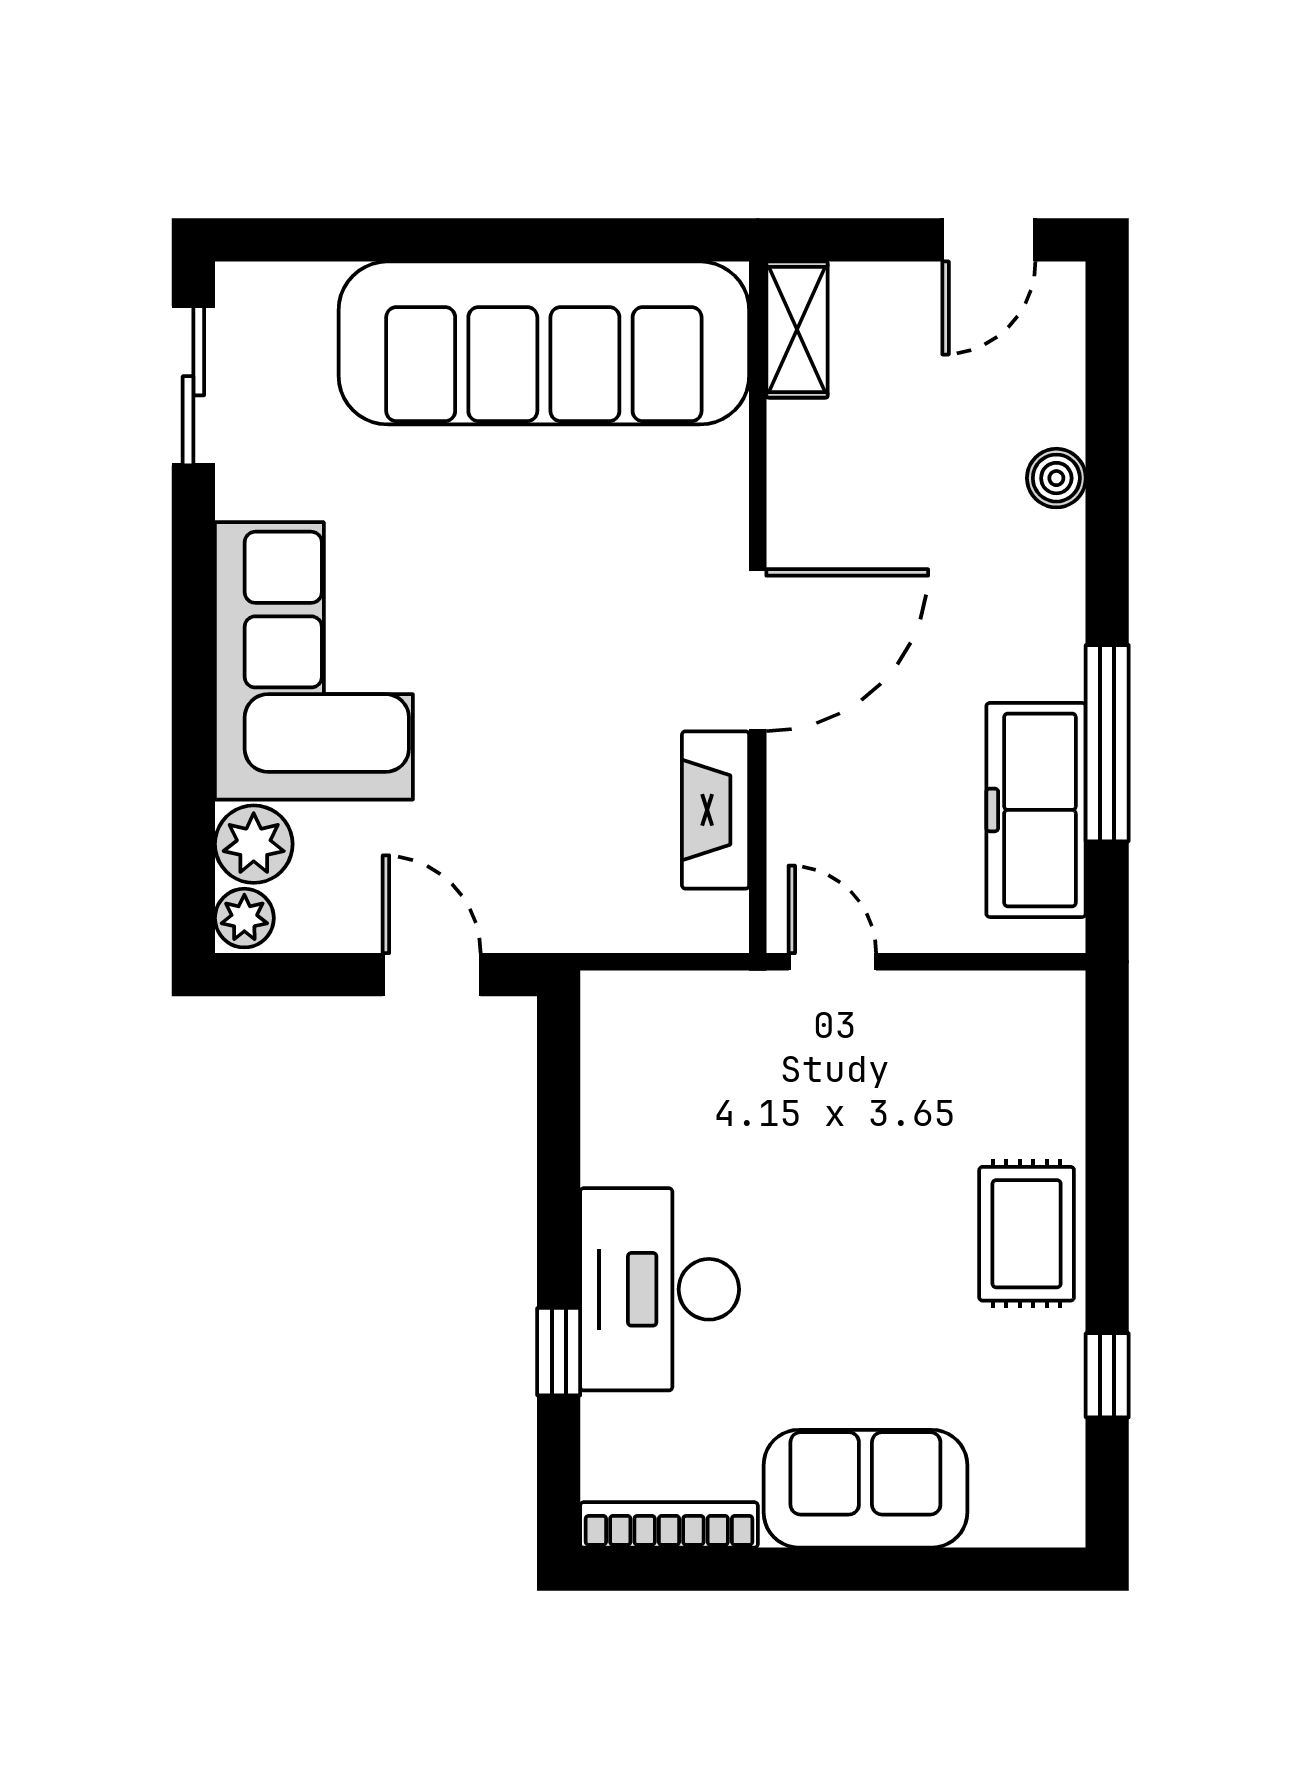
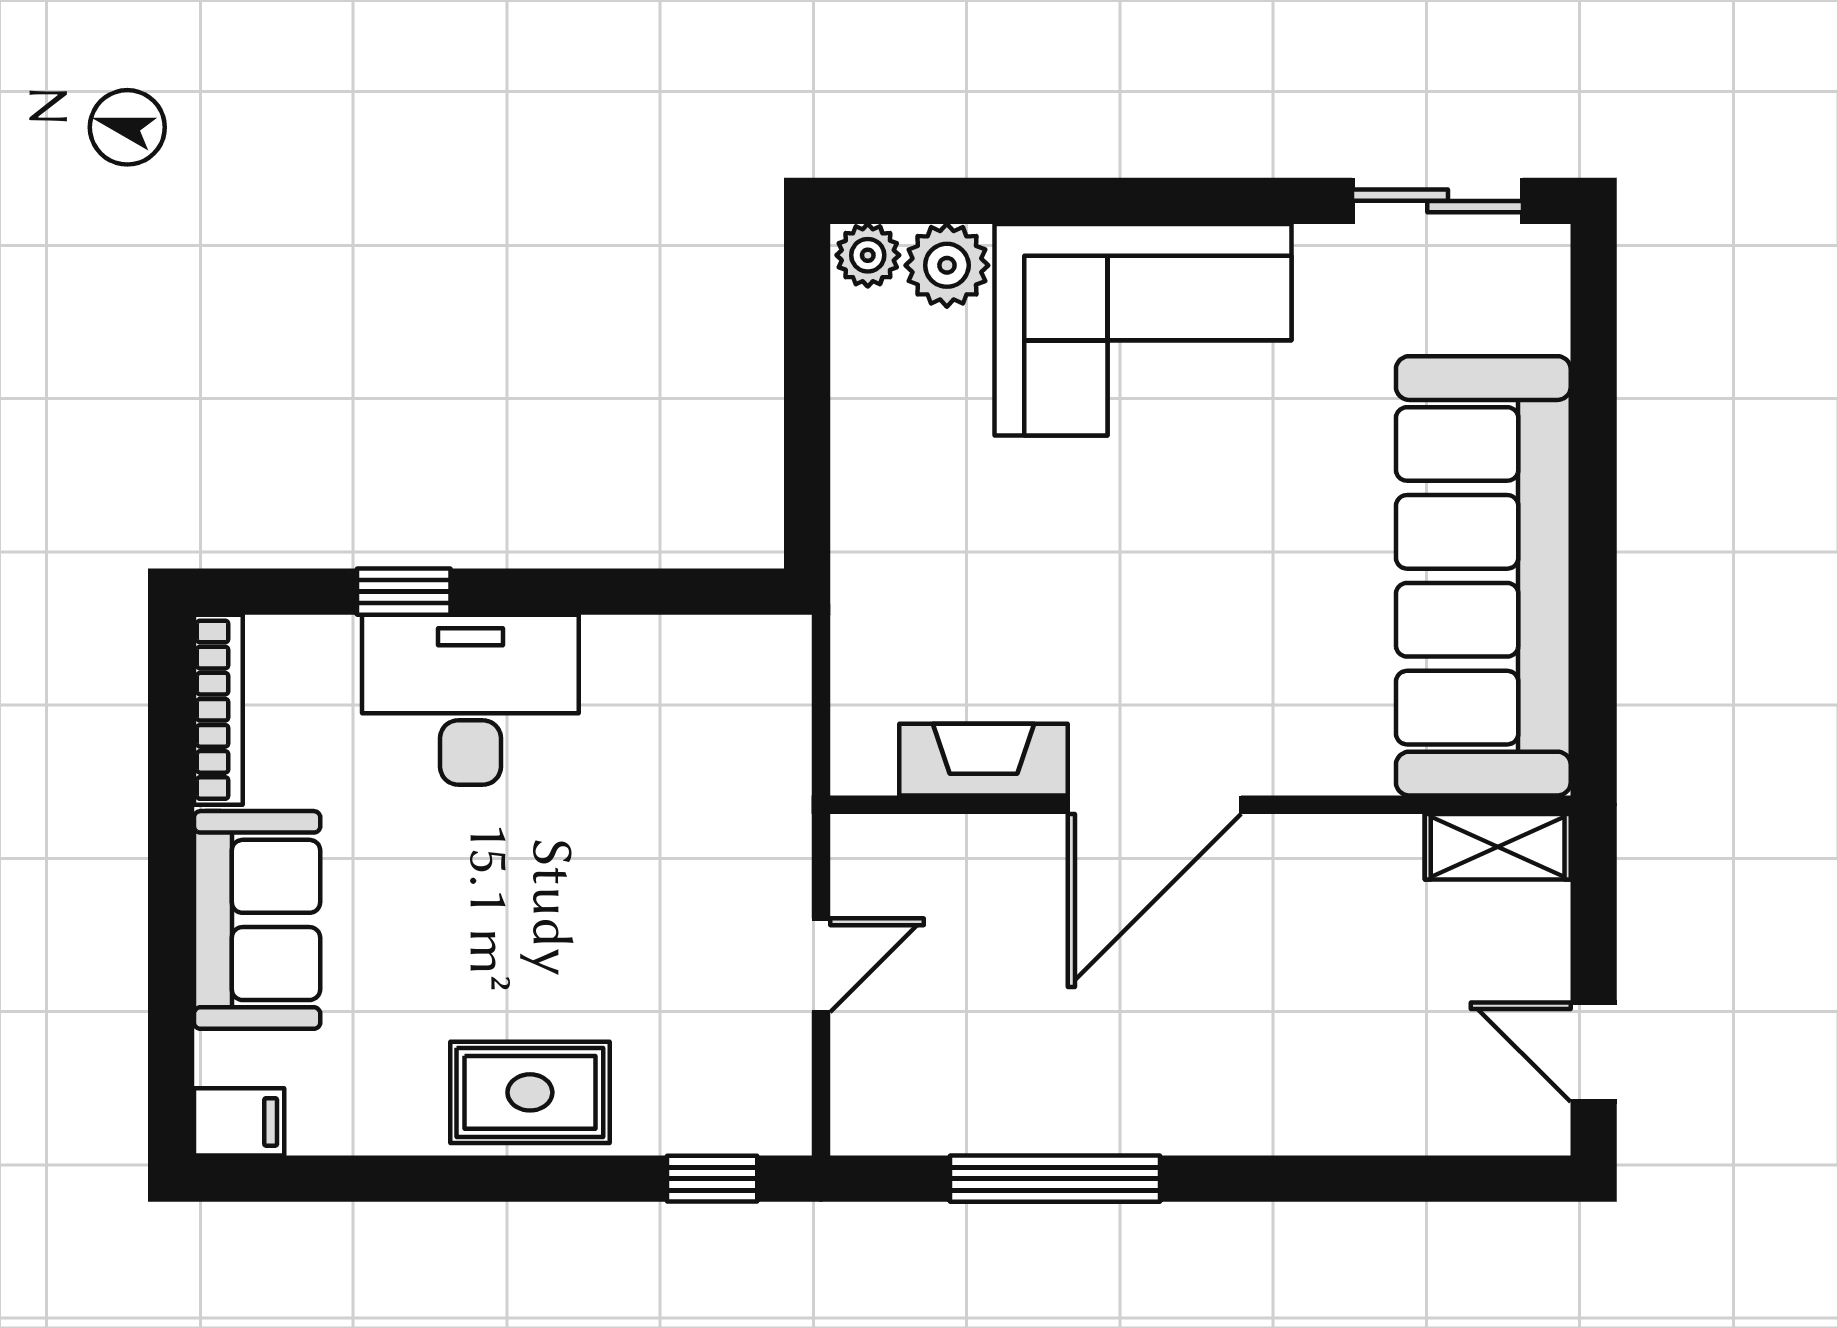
boiler: (1056, 478) -> (1339, 1124), removed
door: (758, 650) -> (1155, 805), hinge flipped
freezer: (1036, 810) -> (984, 1103), removed
door: (832, 962) -> (821, 965), moved
door: (432, 975) -> (807, 456), removed
window: (1107, 1375) -> (712, 1179), moved
filing cabinet: (1054, 1505) -> (239, 1122), added

